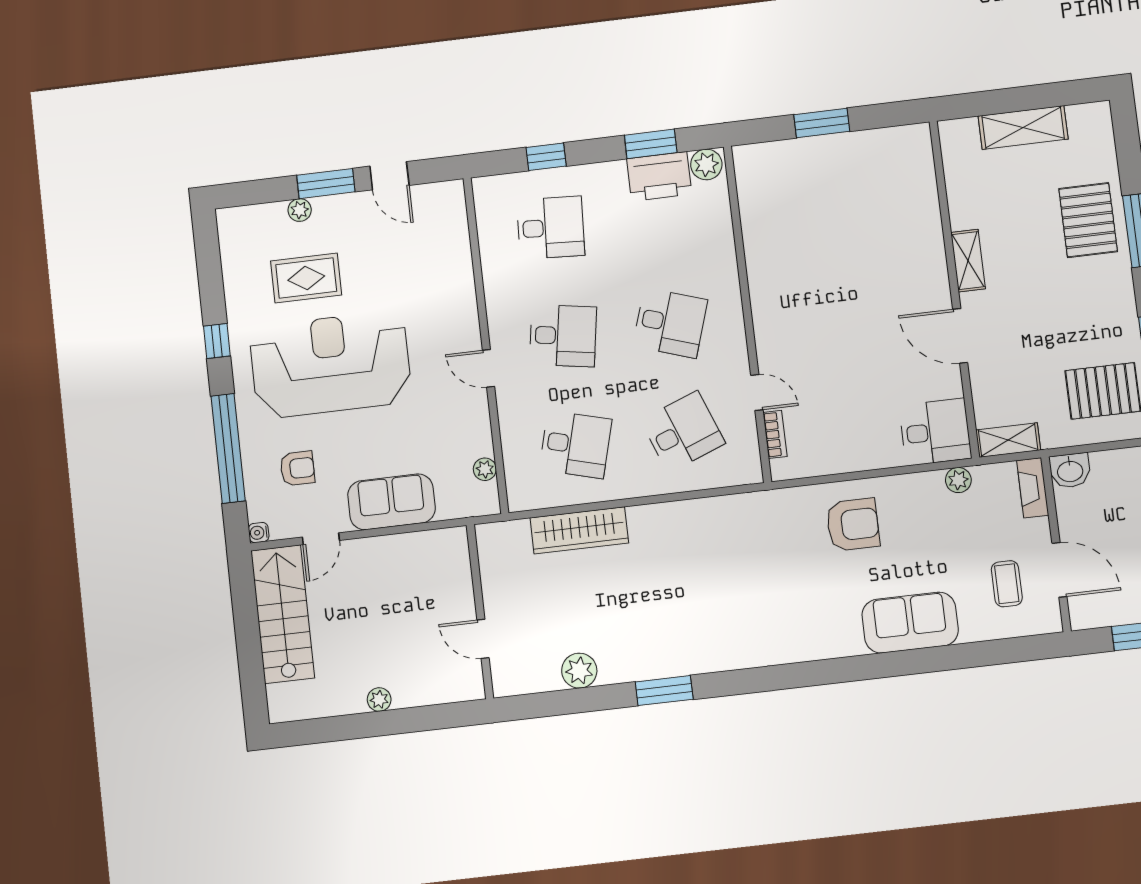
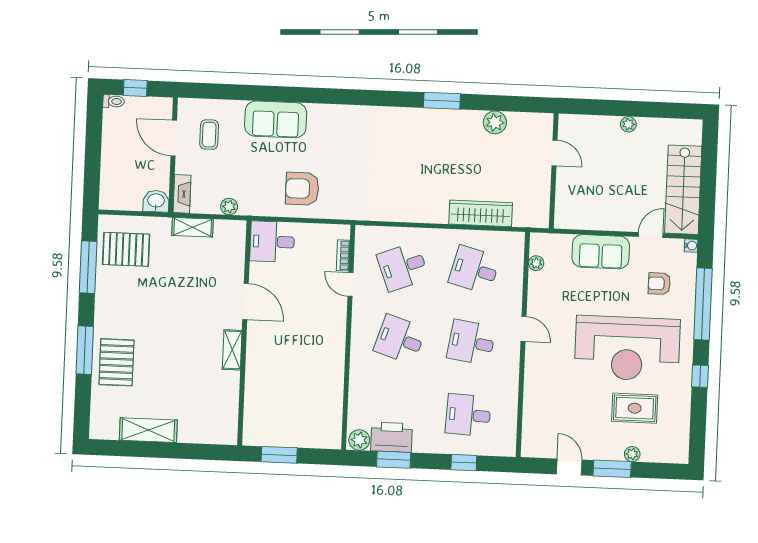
shelving: (968, 261) -> (232, 350), moved
wall: (954, 289) -> (244, 333), moved
door: (960, 336) -> (246, 302), moved
desk: (935, 432) -> (272, 242), moved

